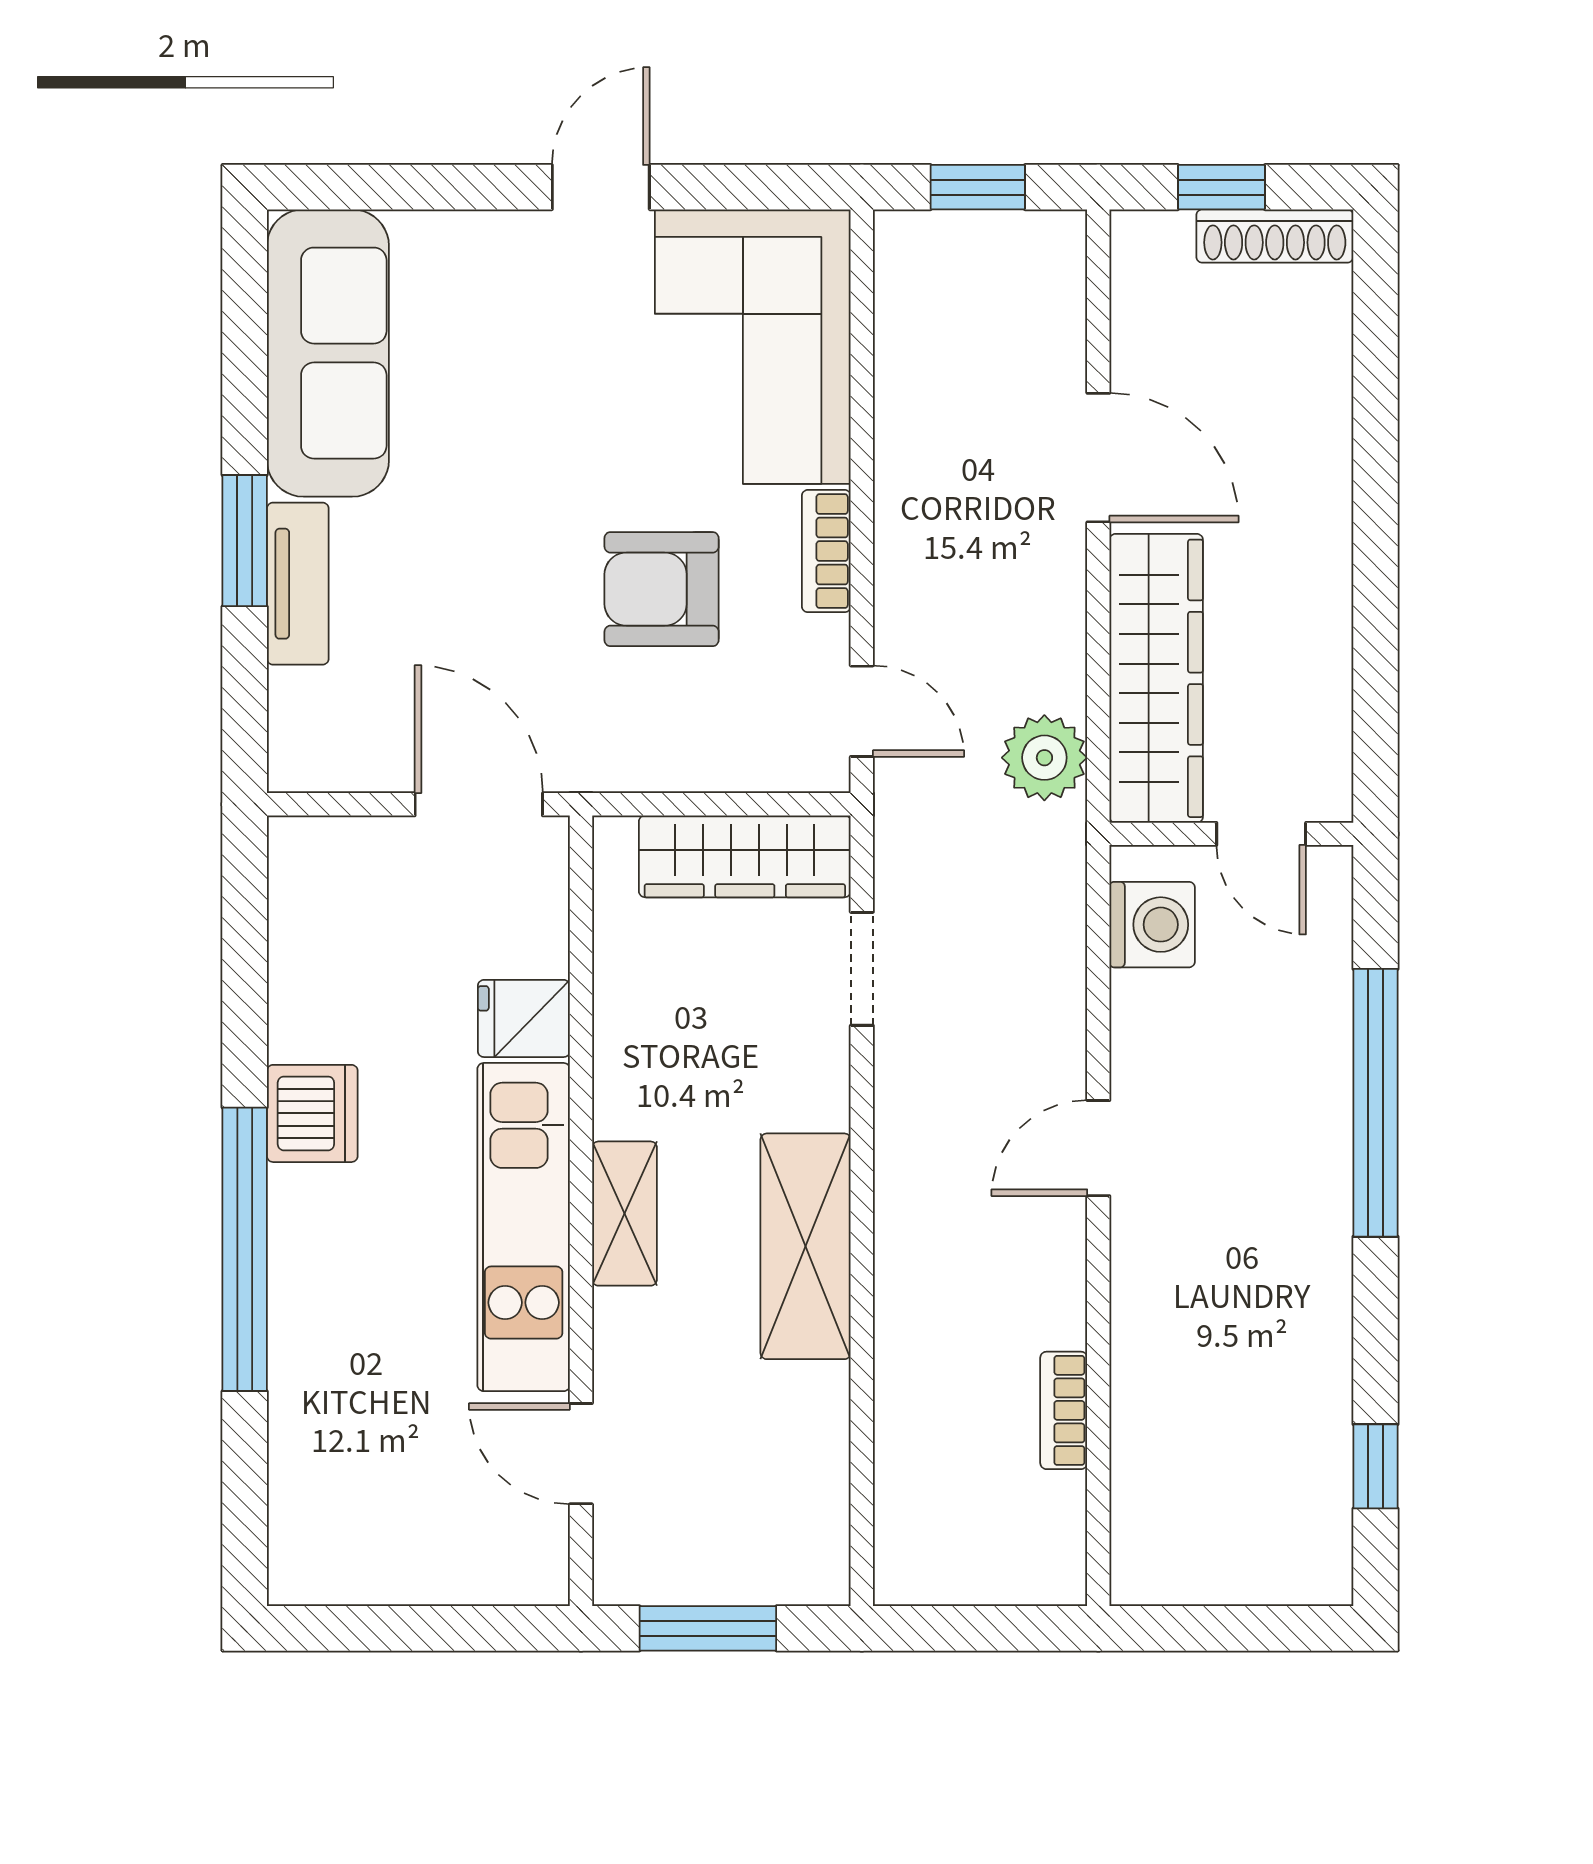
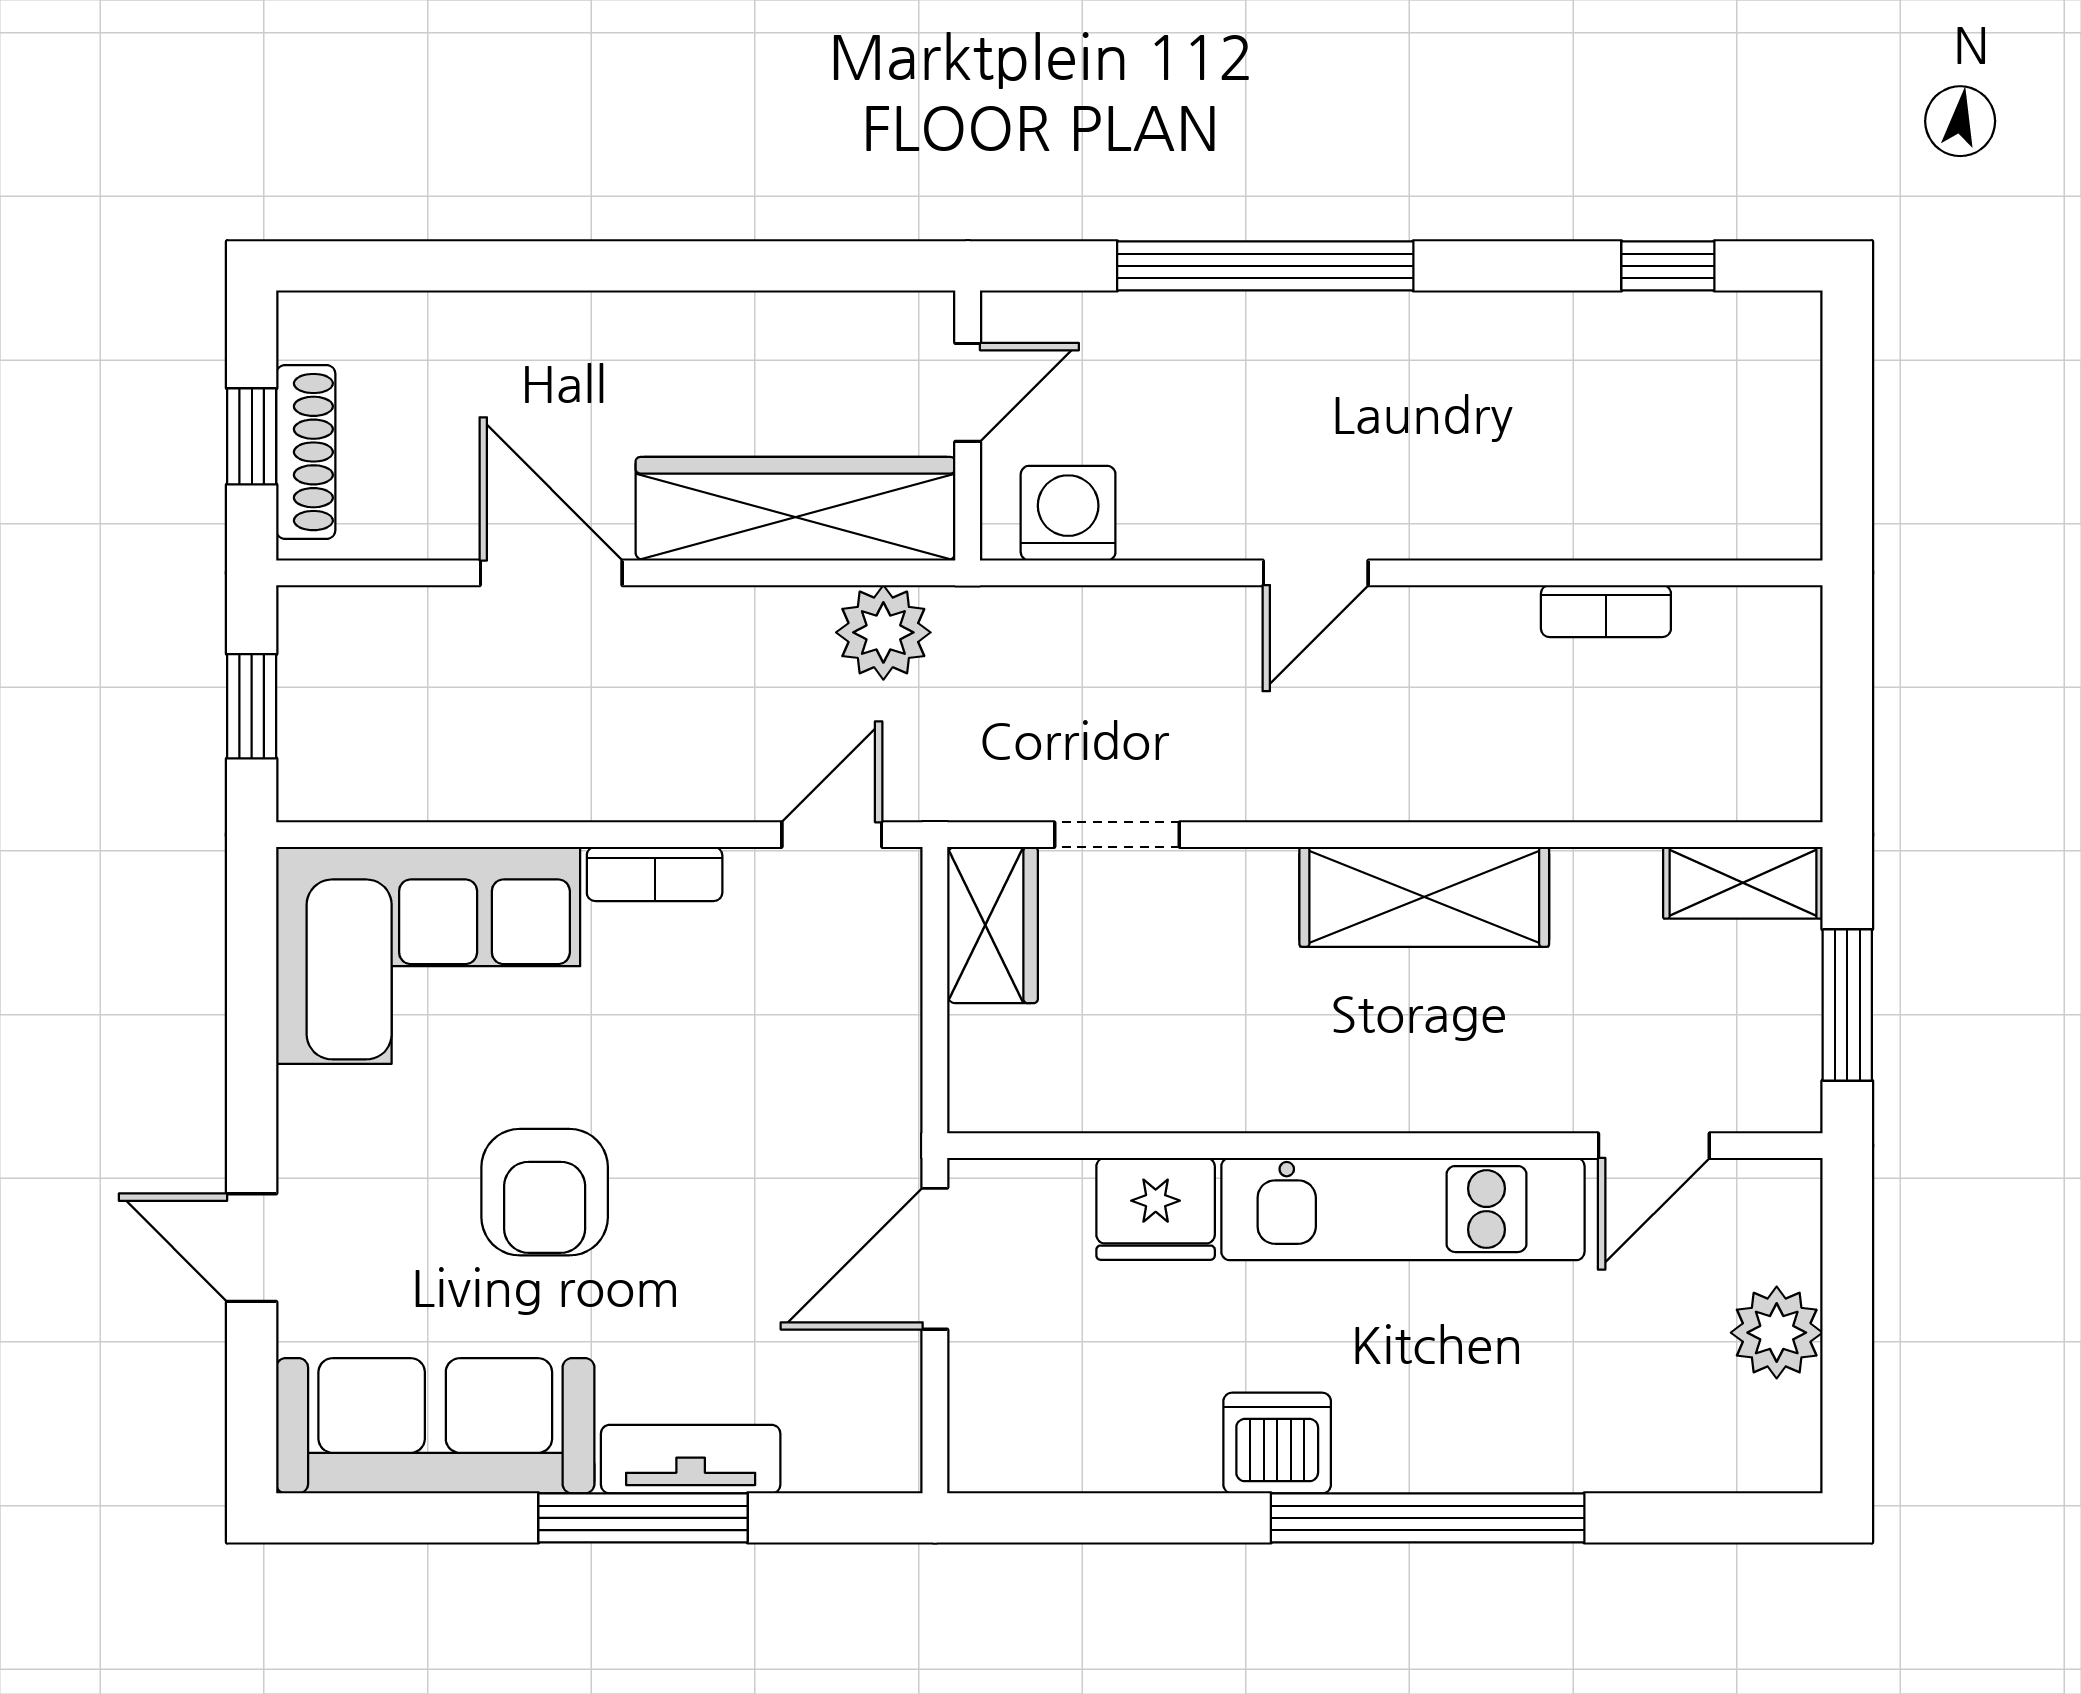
door: (601, 187) -> (252, 1248), moved
shoe rack: (1275, 236) -> (306, 452), moved
door: (1098, 458) -> (551, 573), hinge flipped
window: (245, 541) -> (643, 1518), width x1.44
armchair: (662, 589) -> (545, 1192), moved
wardrobe: (745, 856) -> (993, 925), width x0.67
fridge: (524, 1018) -> (1156, 1209), width x1.38
door: (1098, 1148) -> (1316, 573), hinge flipped
shelving: (624, 1214) -> (1743, 883), moved
plant: (412, 1565) -> (1777, 1333), added

